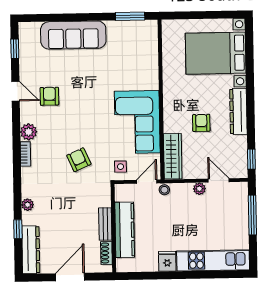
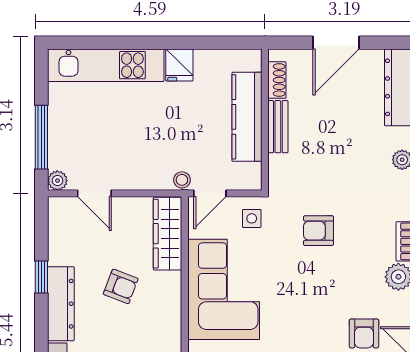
armchair: (201, 123) -> (121, 286), turned -69
window: (251, 159) -> (41, 277), moved
armchair: (79, 160) -> (319, 231), turned 114
plant: (199, 189) -> (57, 181), moved

